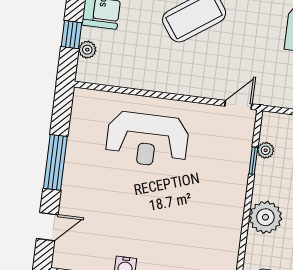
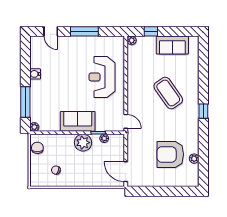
plant: (87, 50) -> (132, 40), moved
sofa: (227, 197) -> (78, 121), added
plant: (265, 217) -> (83, 143), moved

